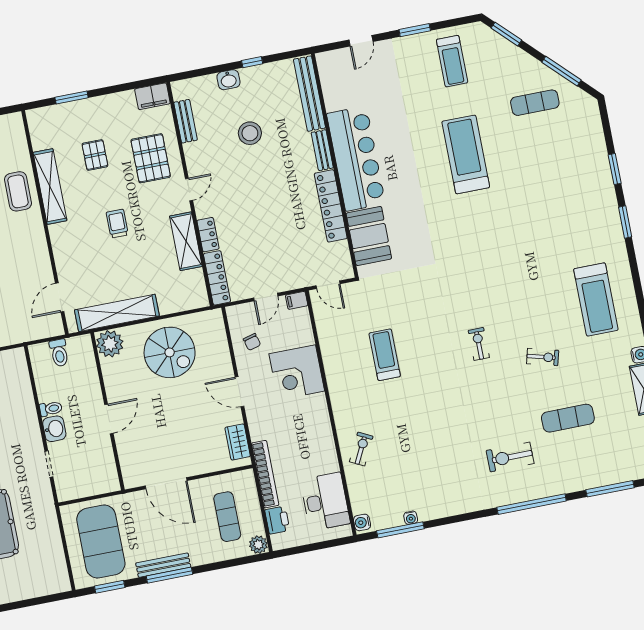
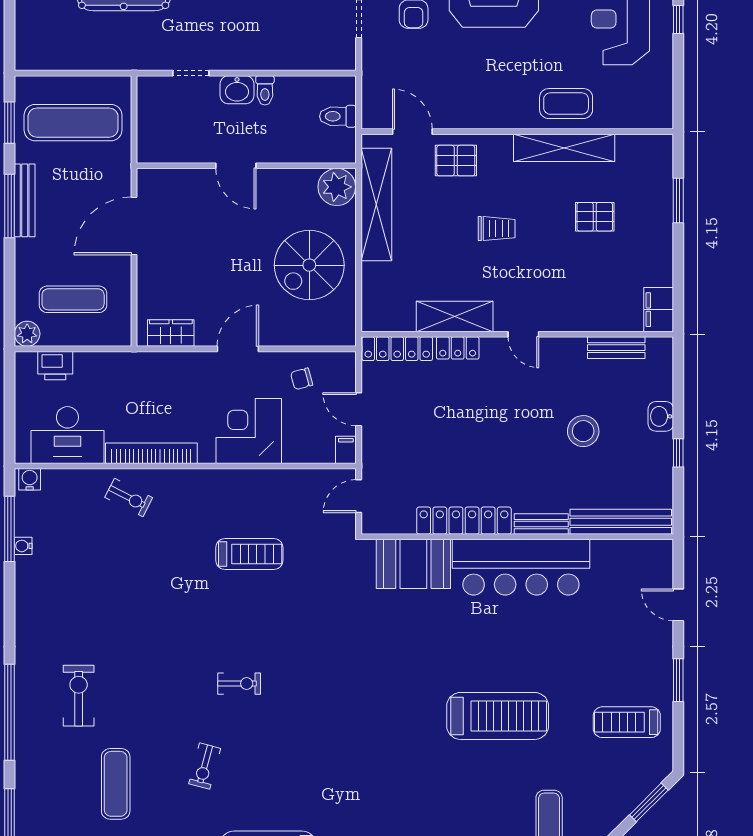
pallet: (151, 158) -> (456, 161), moved, width x0.67, depth x0.71
bookcase: (265, 474) -> (151, 453), moved, turned 180
exercise mat: (101, 541) -> (73, 123), width x0.68

